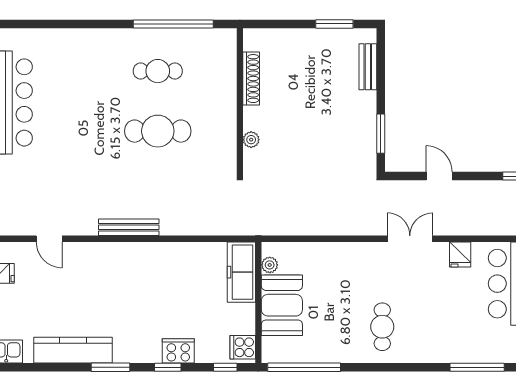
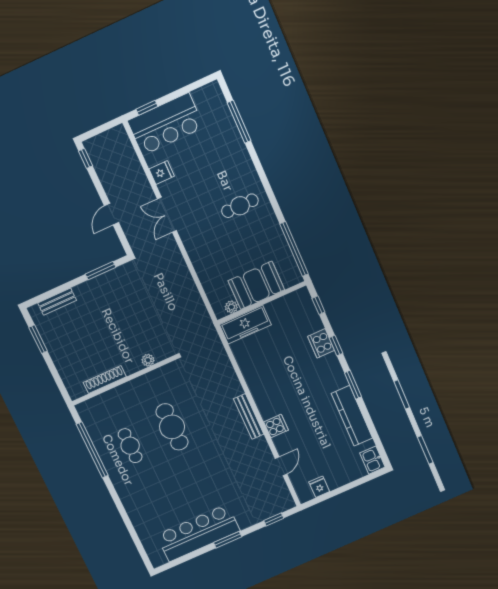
cooker: (243, 347) -> (276, 426), moved, turned -90

